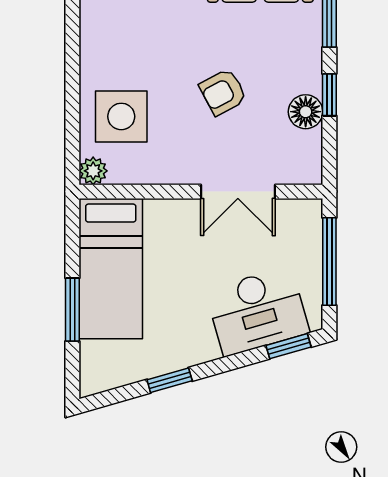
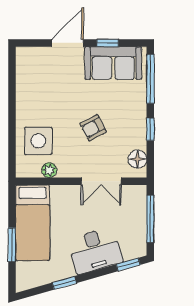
floor lamp: (306, 112) -> (137, 159), moved
plant: (93, 171) -> (49, 170), moved
desk: (257, 311) -> (95, 250), moved

